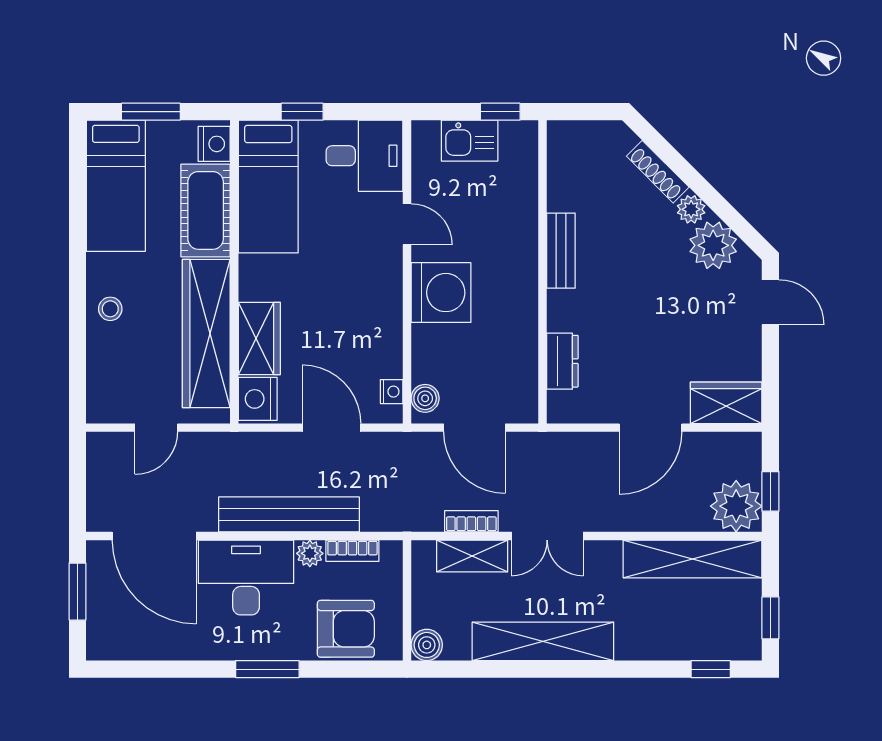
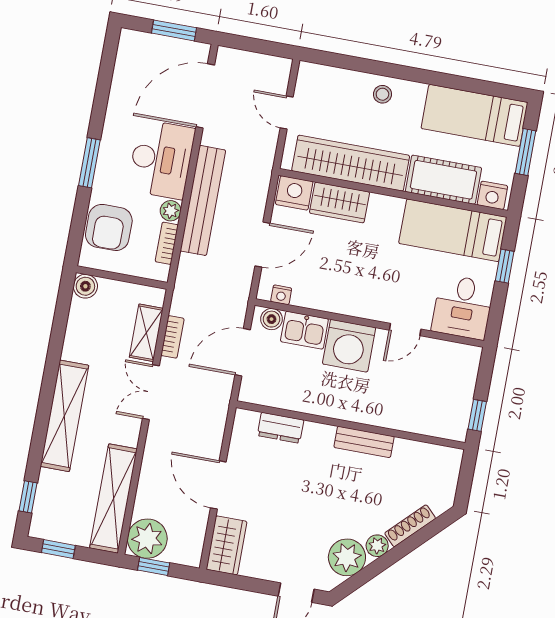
kitchen sink: (470, 141) -> (304, 330), moved, turned -90
shelving: (543, 641) -> (64, 416), moved

